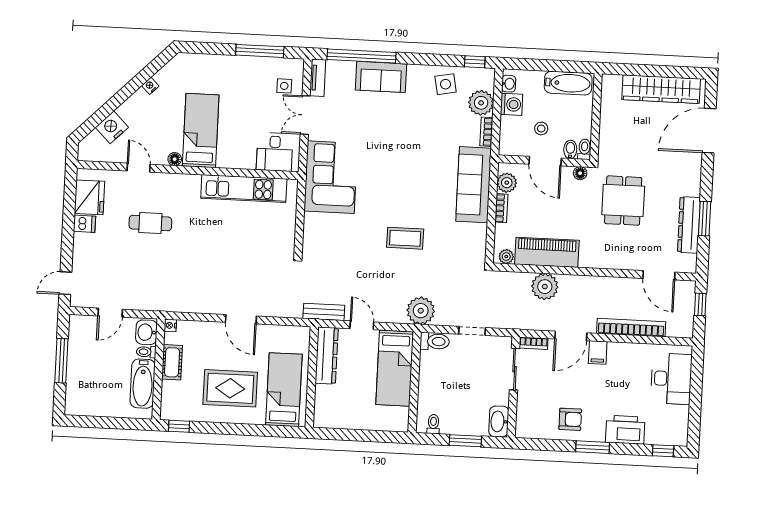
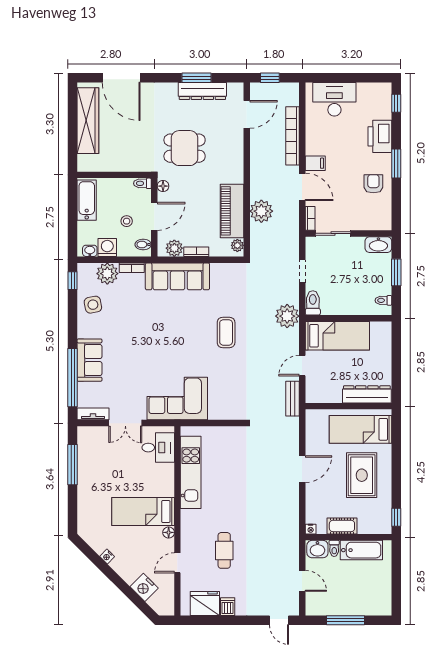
side table: (284, 86) -> (101, 442), removed
bidet: (570, 149) -> (143, 244), moved
dresser: (327, 356) -> (367, 394), moved

